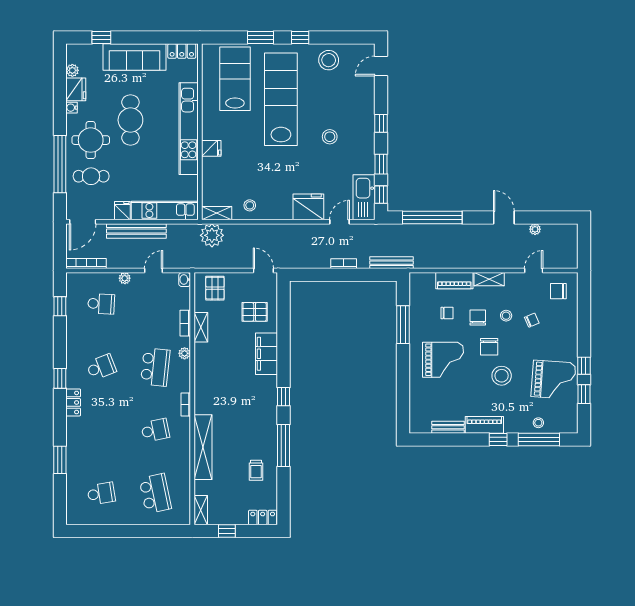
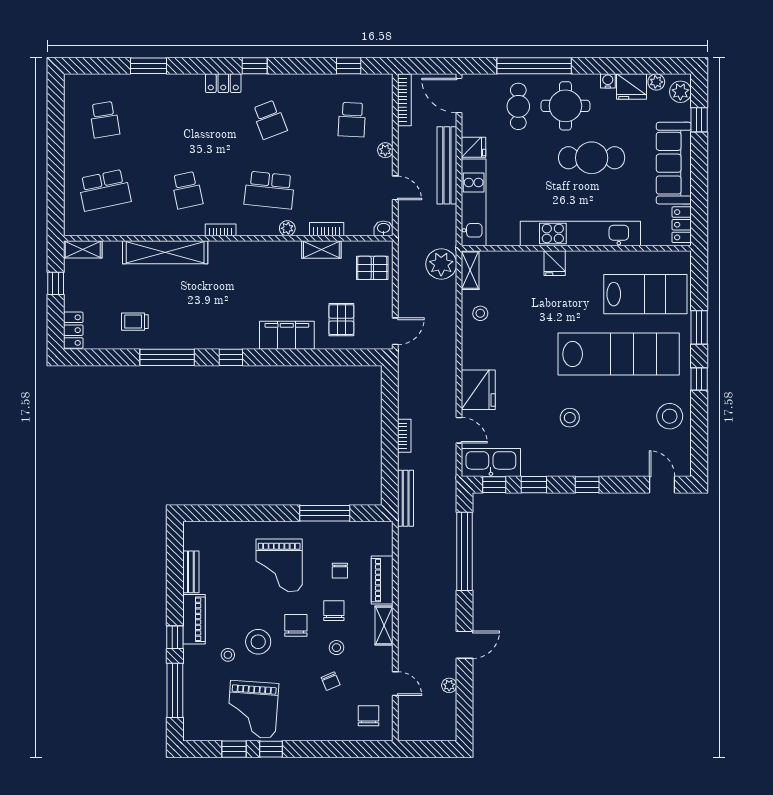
plant: (80, 52) -> (680, 92), added
chair: (478, 318) -> (334, 611), turned -90
chair: (489, 347) -> (296, 625), turned 90
stool: (538, 423) -> (228, 655), moved

